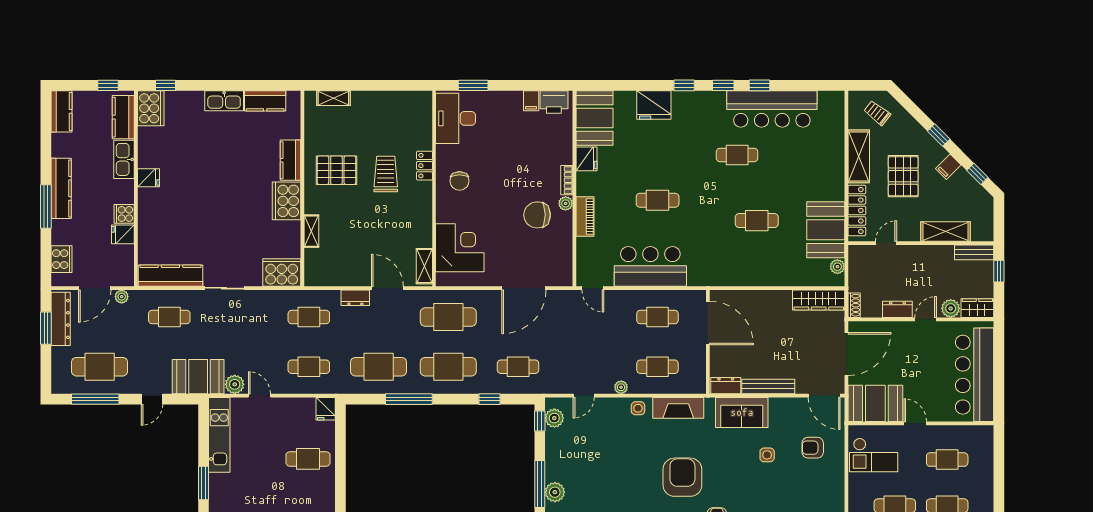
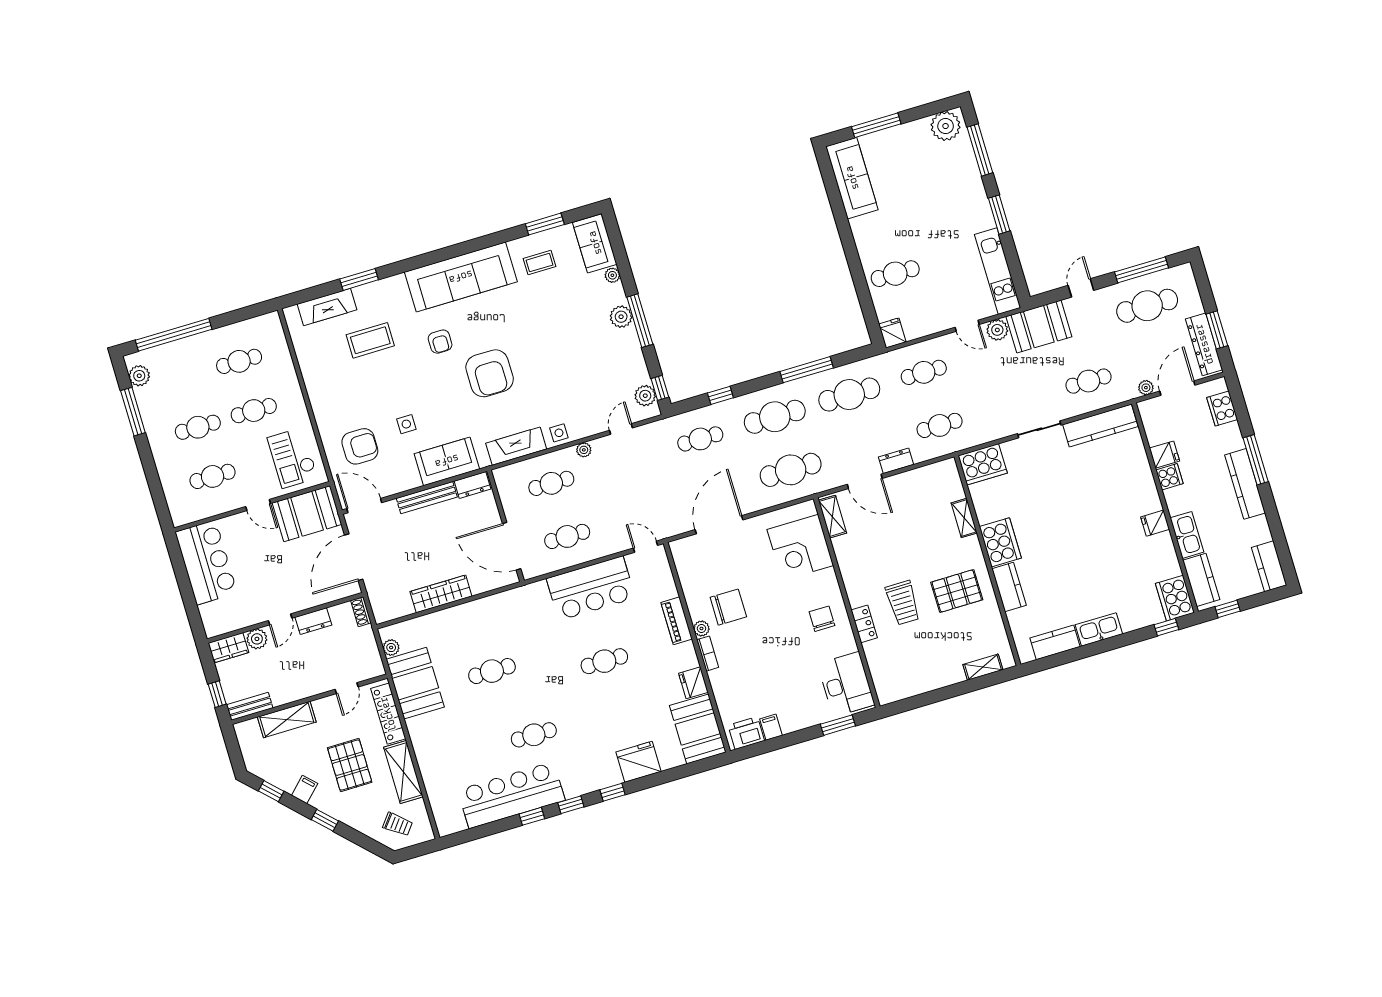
wardrobe: (819, 300) -> (441, 594), moved
bar counter: (975, 375) -> (206, 562), width x0.73
armchair: (813, 448) -> (360, 446), width x1.38, depth x1.38
checkout: (874, 455) -> (293, 458), turned -90

